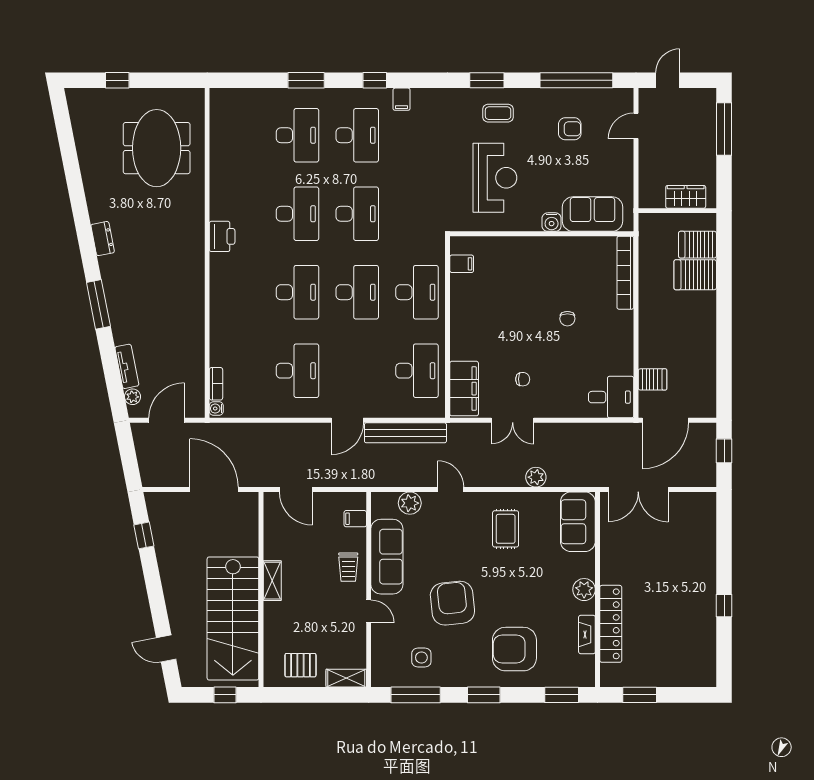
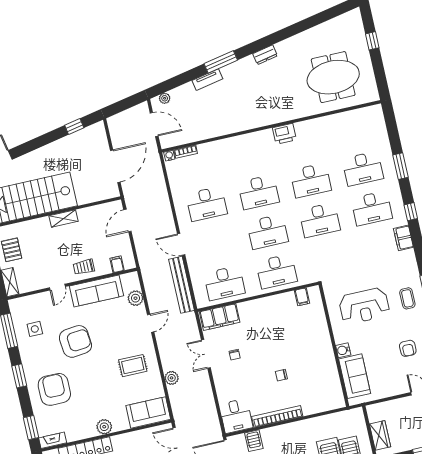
filing cabinet: (402, 99) -> (403, 238), width x2.00
bookcase: (625, 273) -> (277, 416), moved
tv unit: (127, 366) -> (207, 80), moved
fireplace: (587, 634) -> (53, 440), moved

